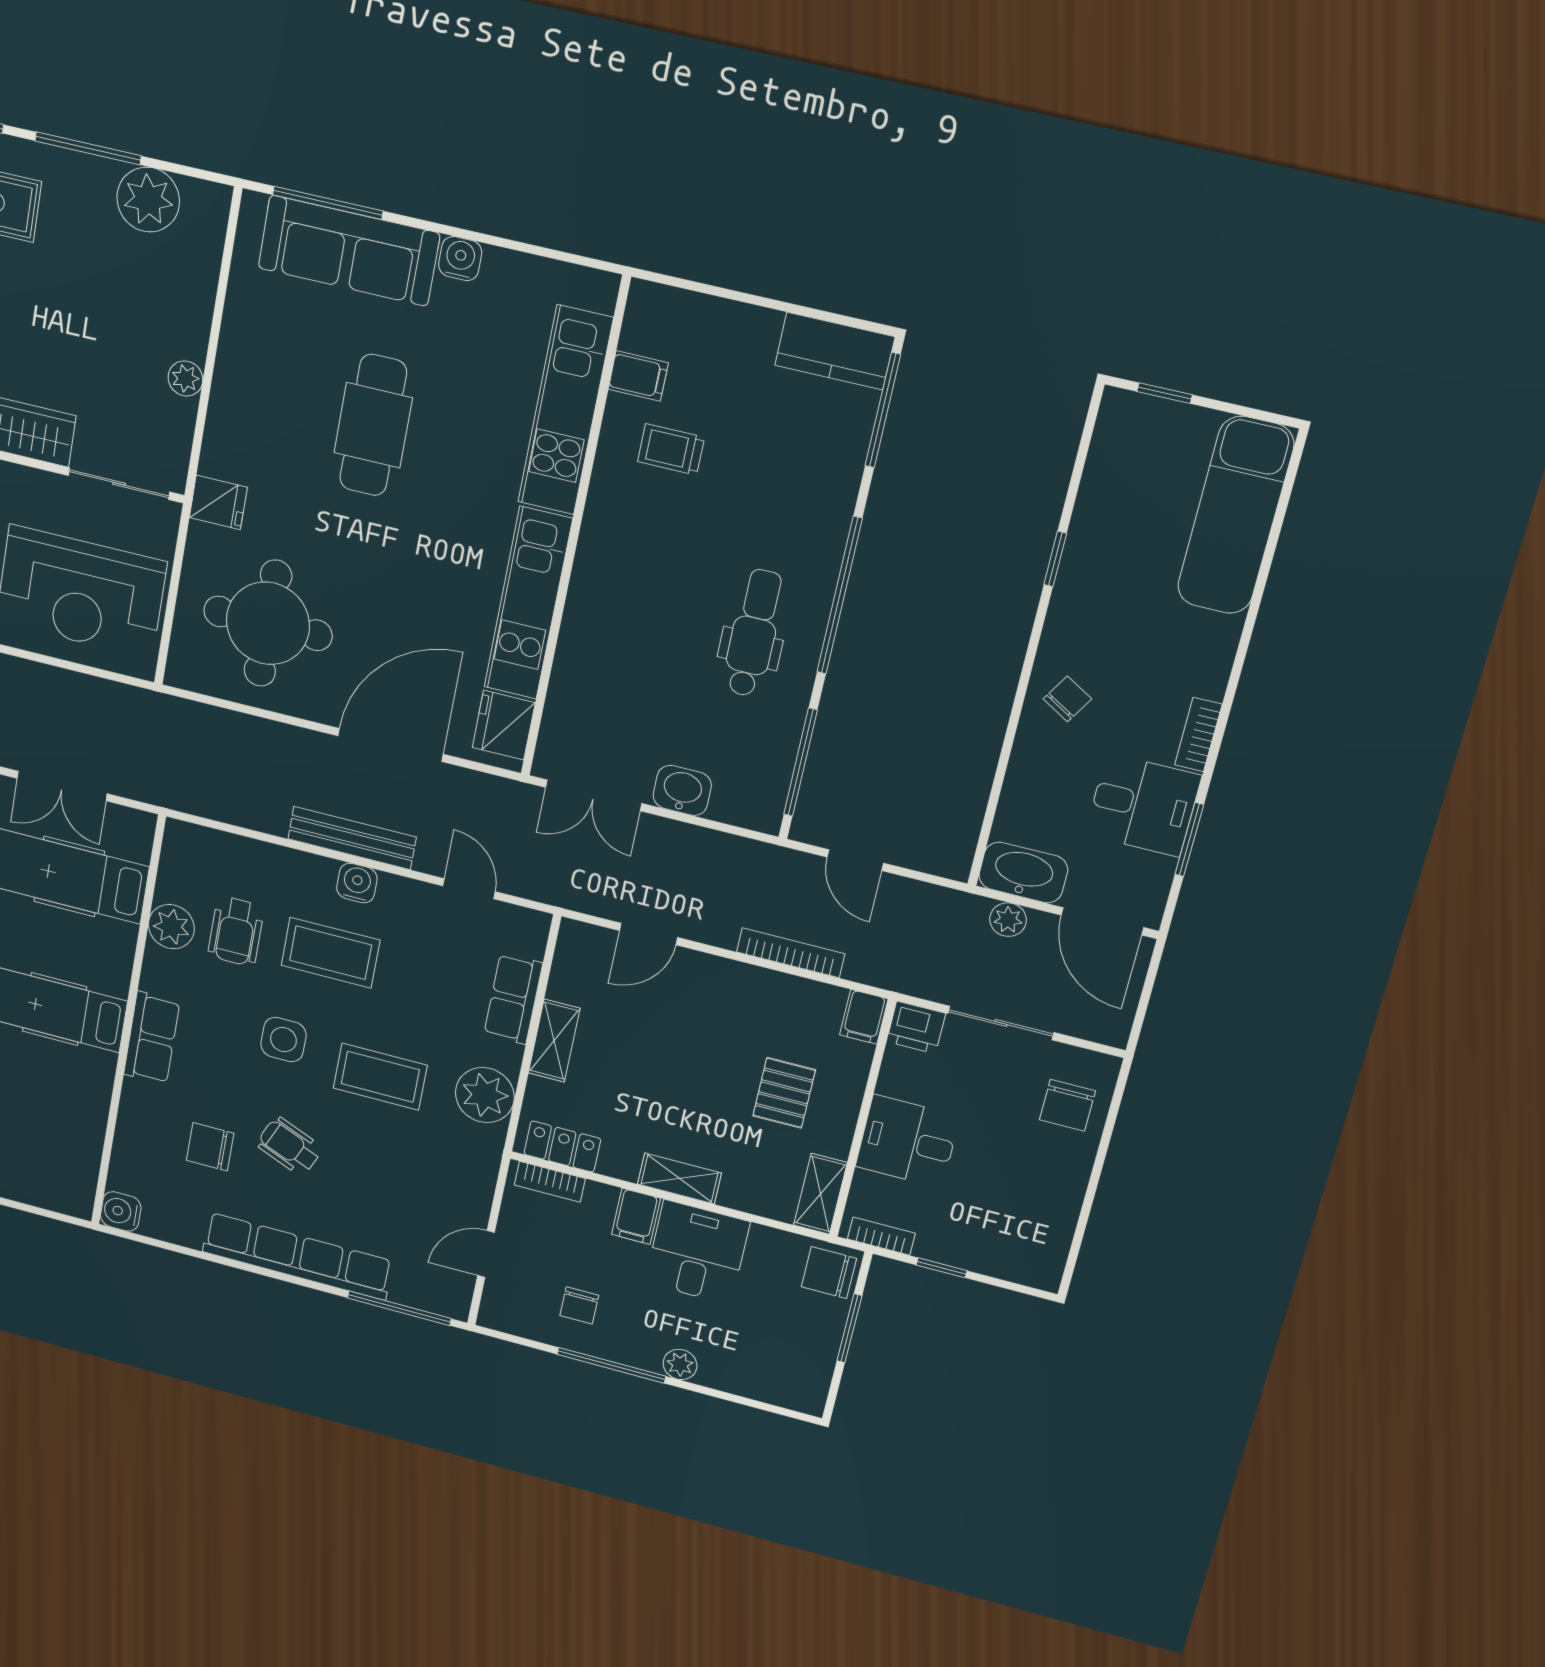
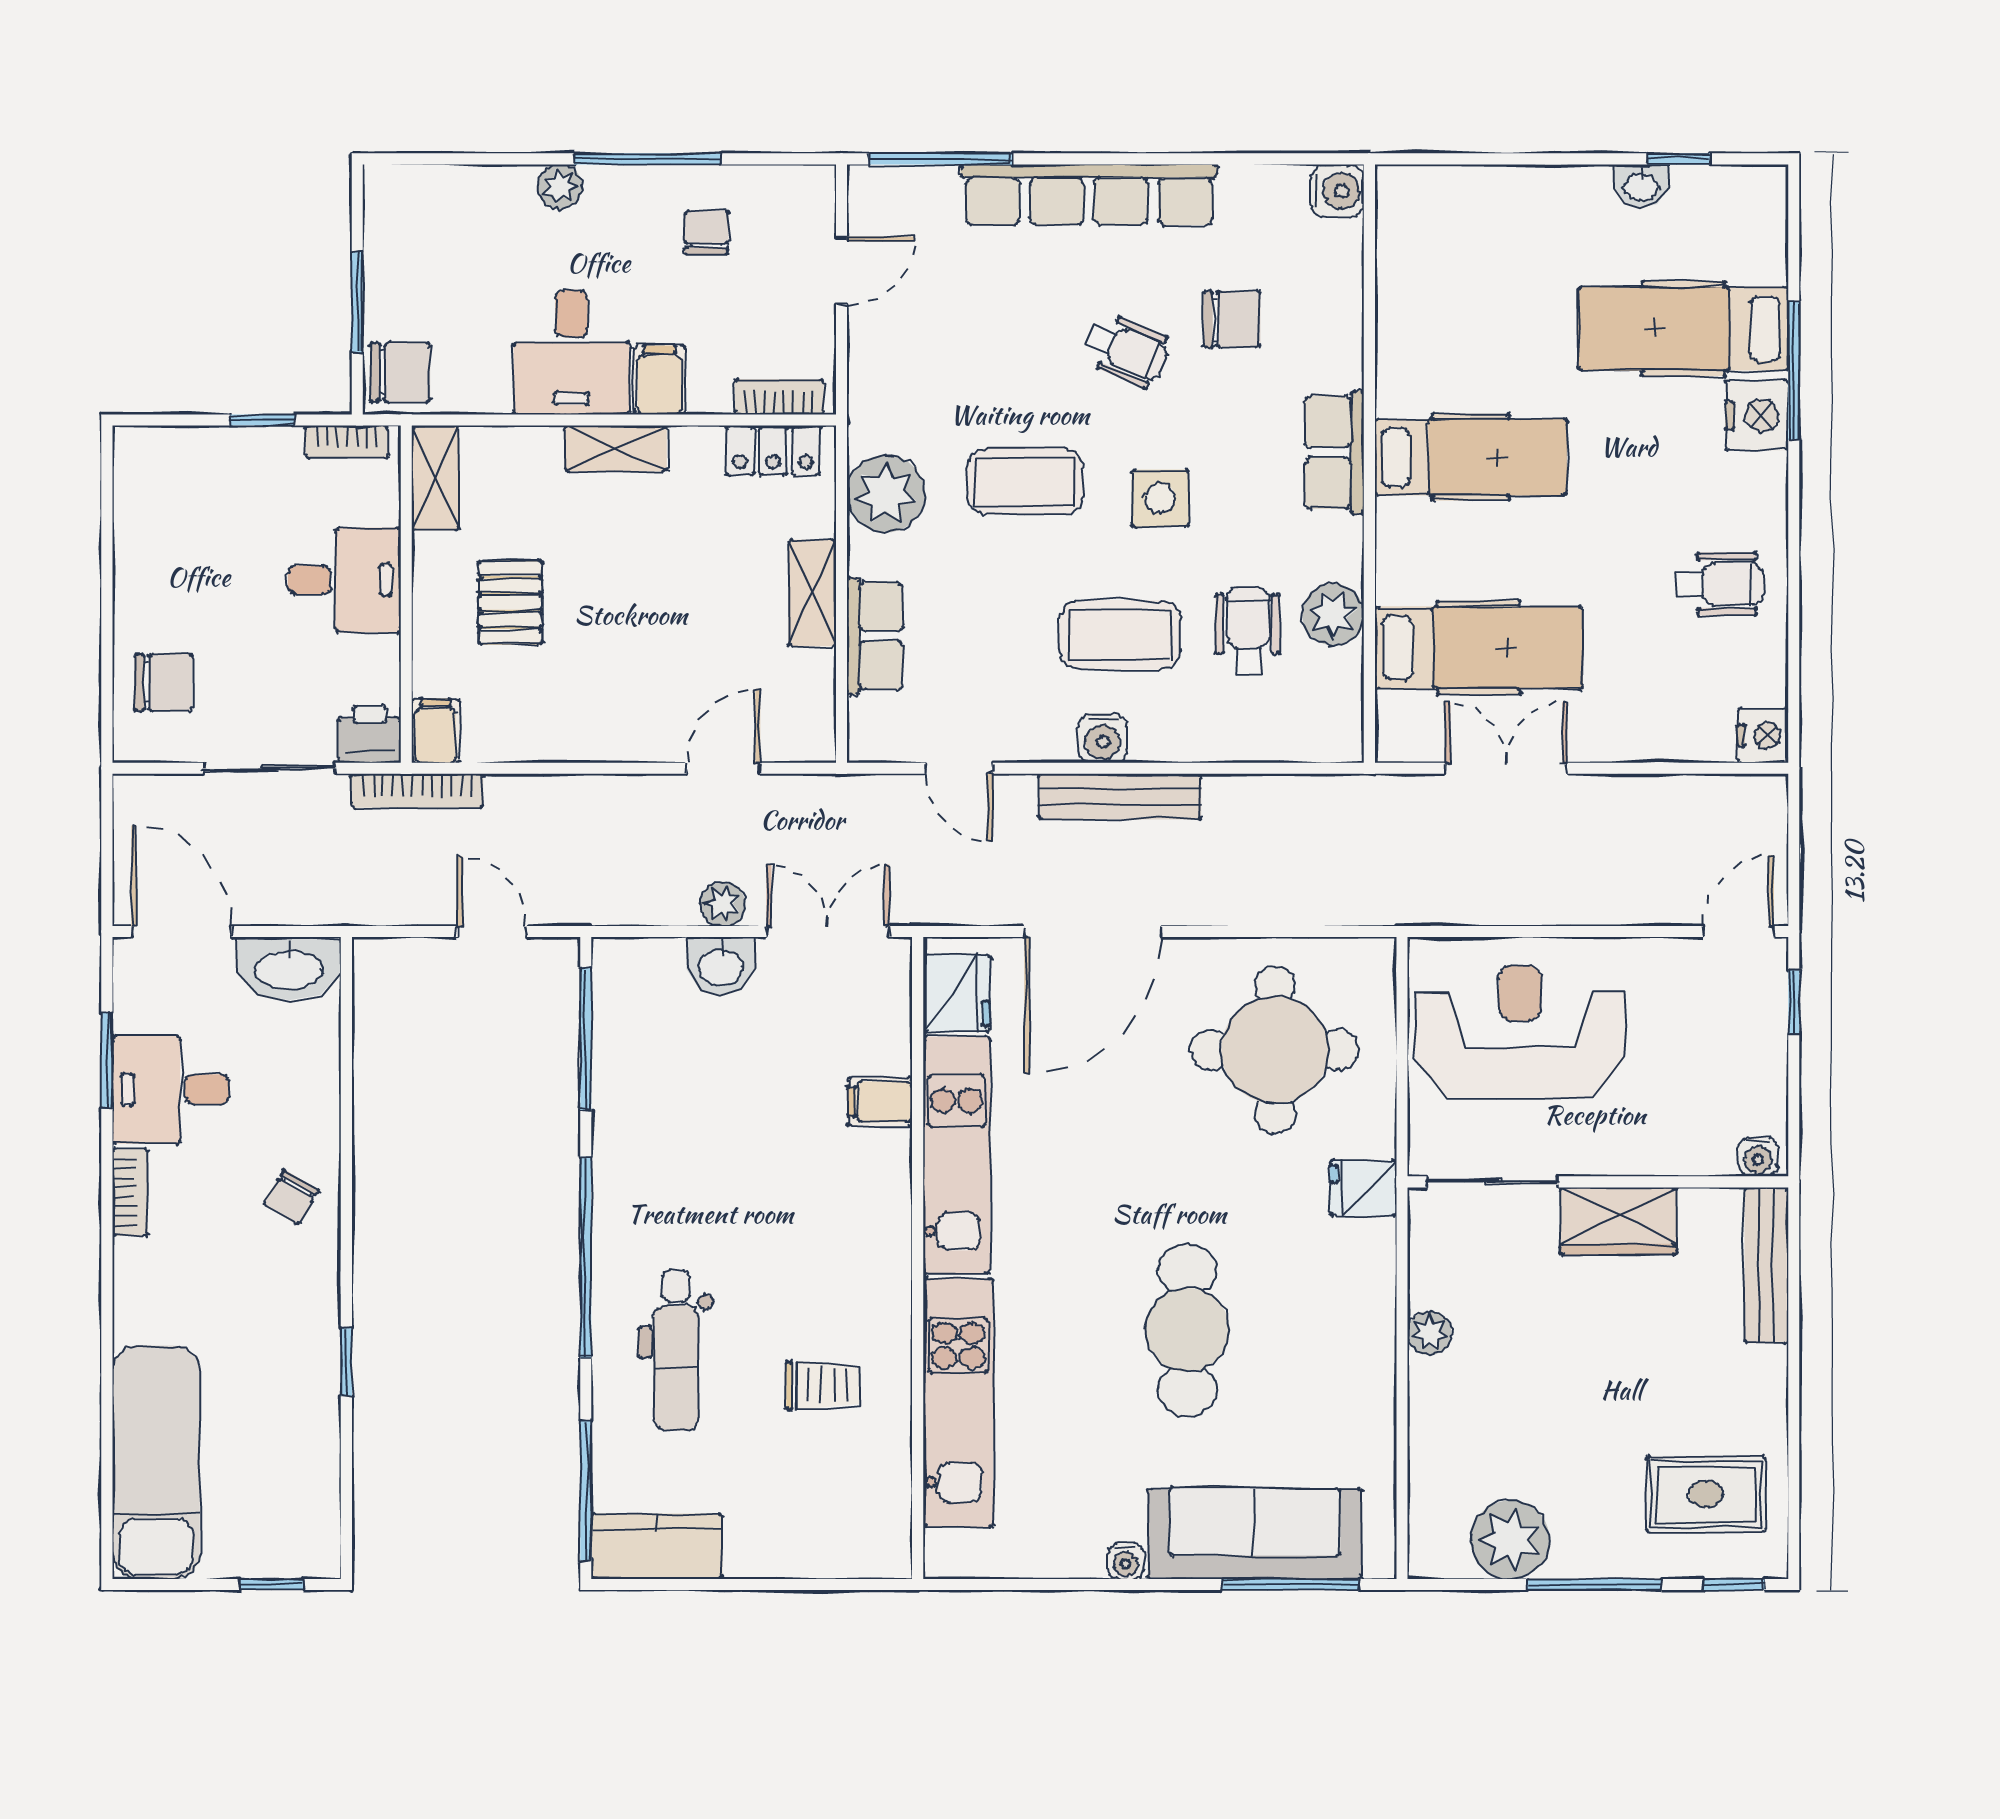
water cooler: (460, 259) -> (1126, 1561), width x0.72, depth x0.72
filing cabinet: (638, 376) -> (880, 1102), moved
dental chair: (754, 633) -> (676, 1350), moved
plant: (1008, 920) -> (723, 904), moved
bookcase: (791, 953) -> (417, 791), moved
chair: (1067, 1105) -> (163, 683), turned 90

